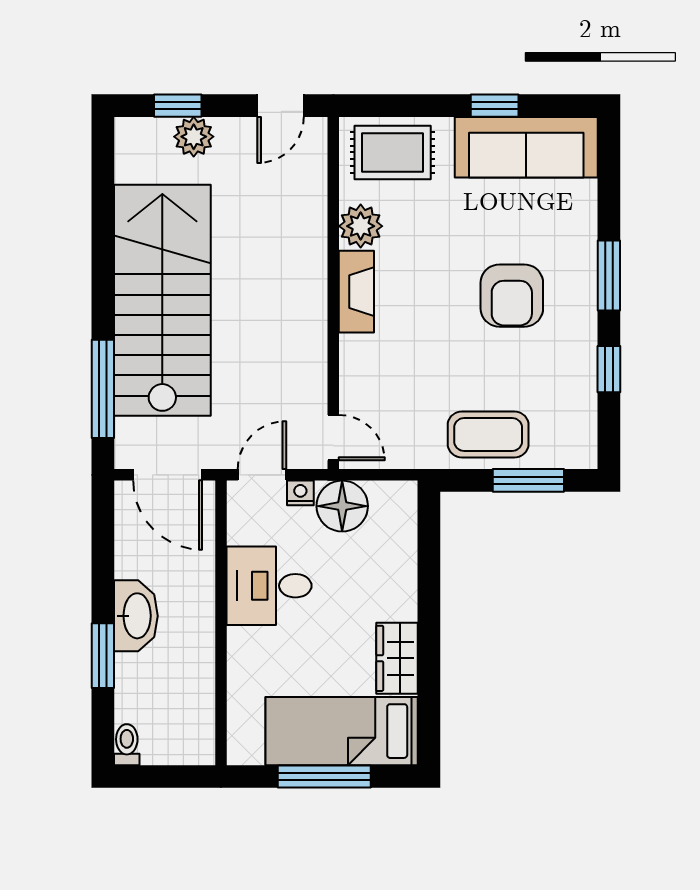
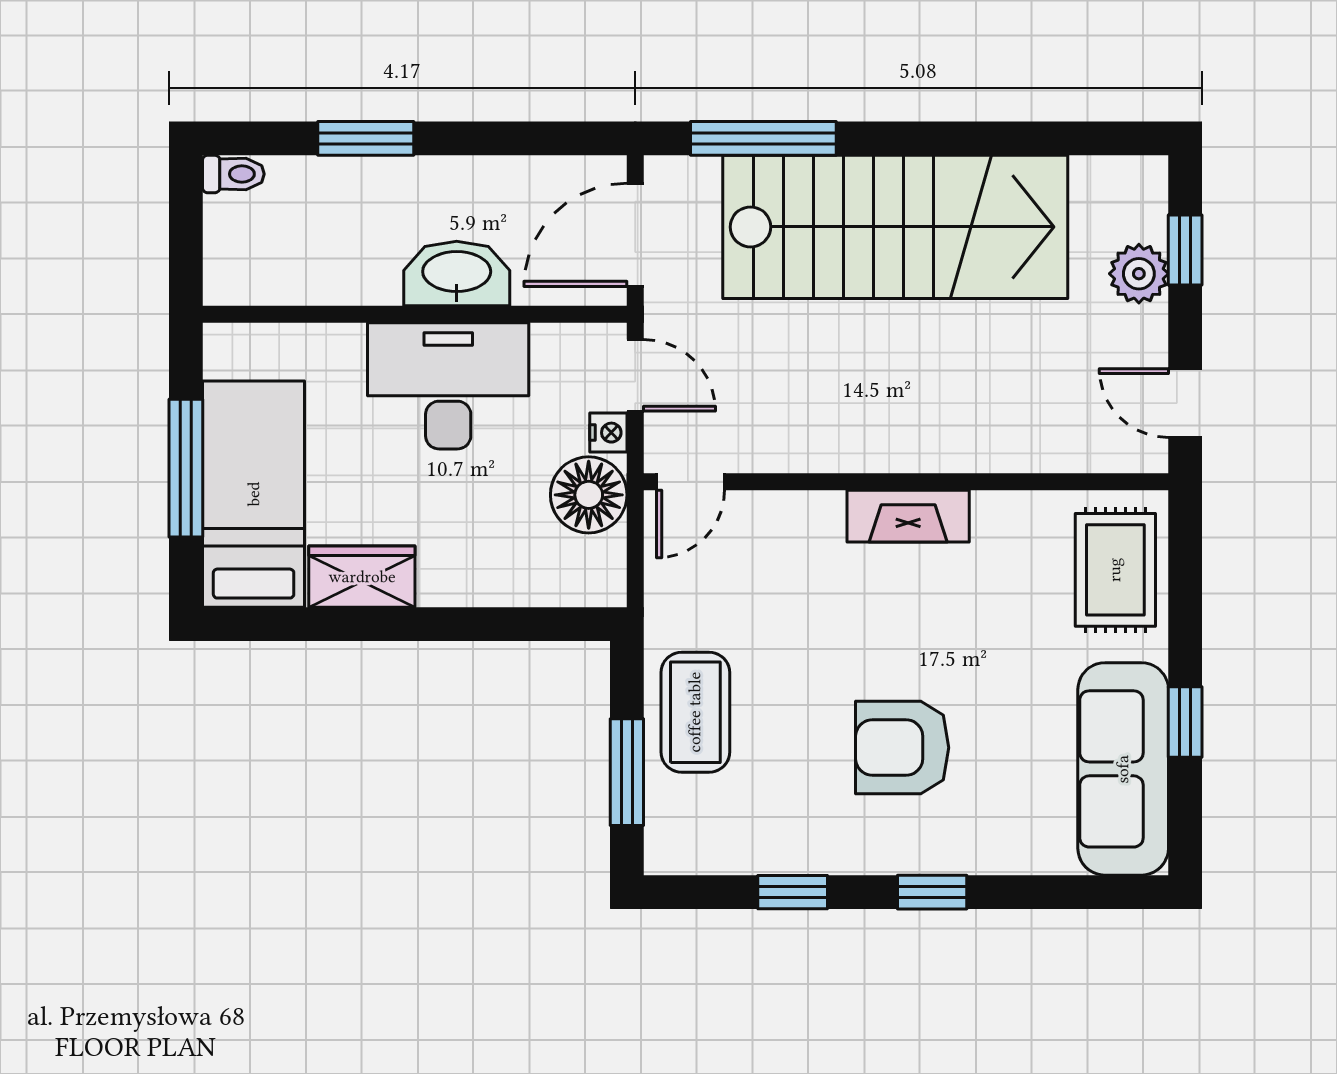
plant: (361, 226) -> (1006, 522), removed
window: (609, 276) -> (932, 892), width x0.67
desk: (269, 586) -> (448, 386), width x1.37
washbasin: (136, 616) -> (457, 273), moved, turned 180

